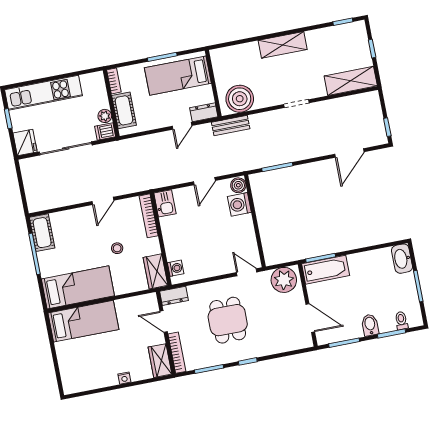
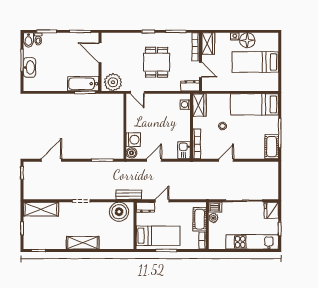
washbasin: (402, 259) -> (29, 67), moved
bed: (83, 321) -> (255, 62), moved
bidet: (370, 325) -> (28, 40), moved
floor lamp: (106, 376) -> (247, 40), added

